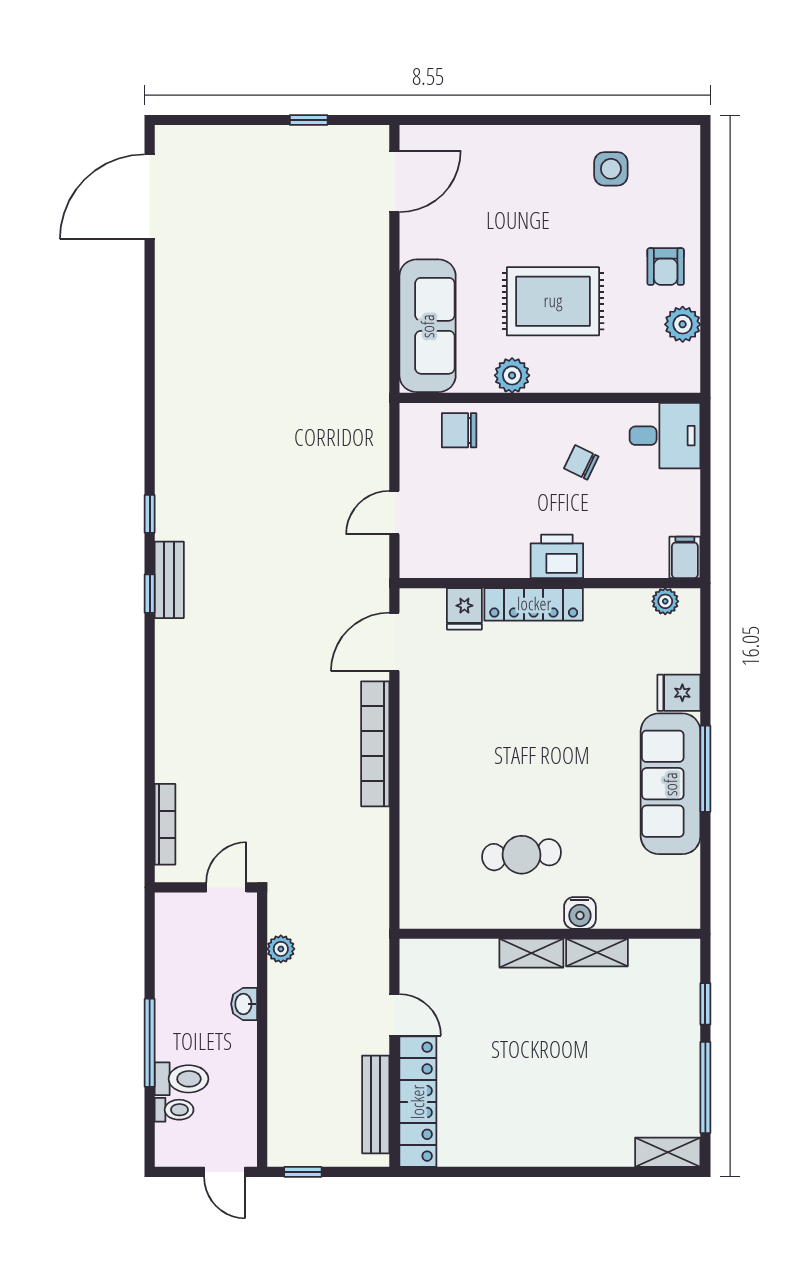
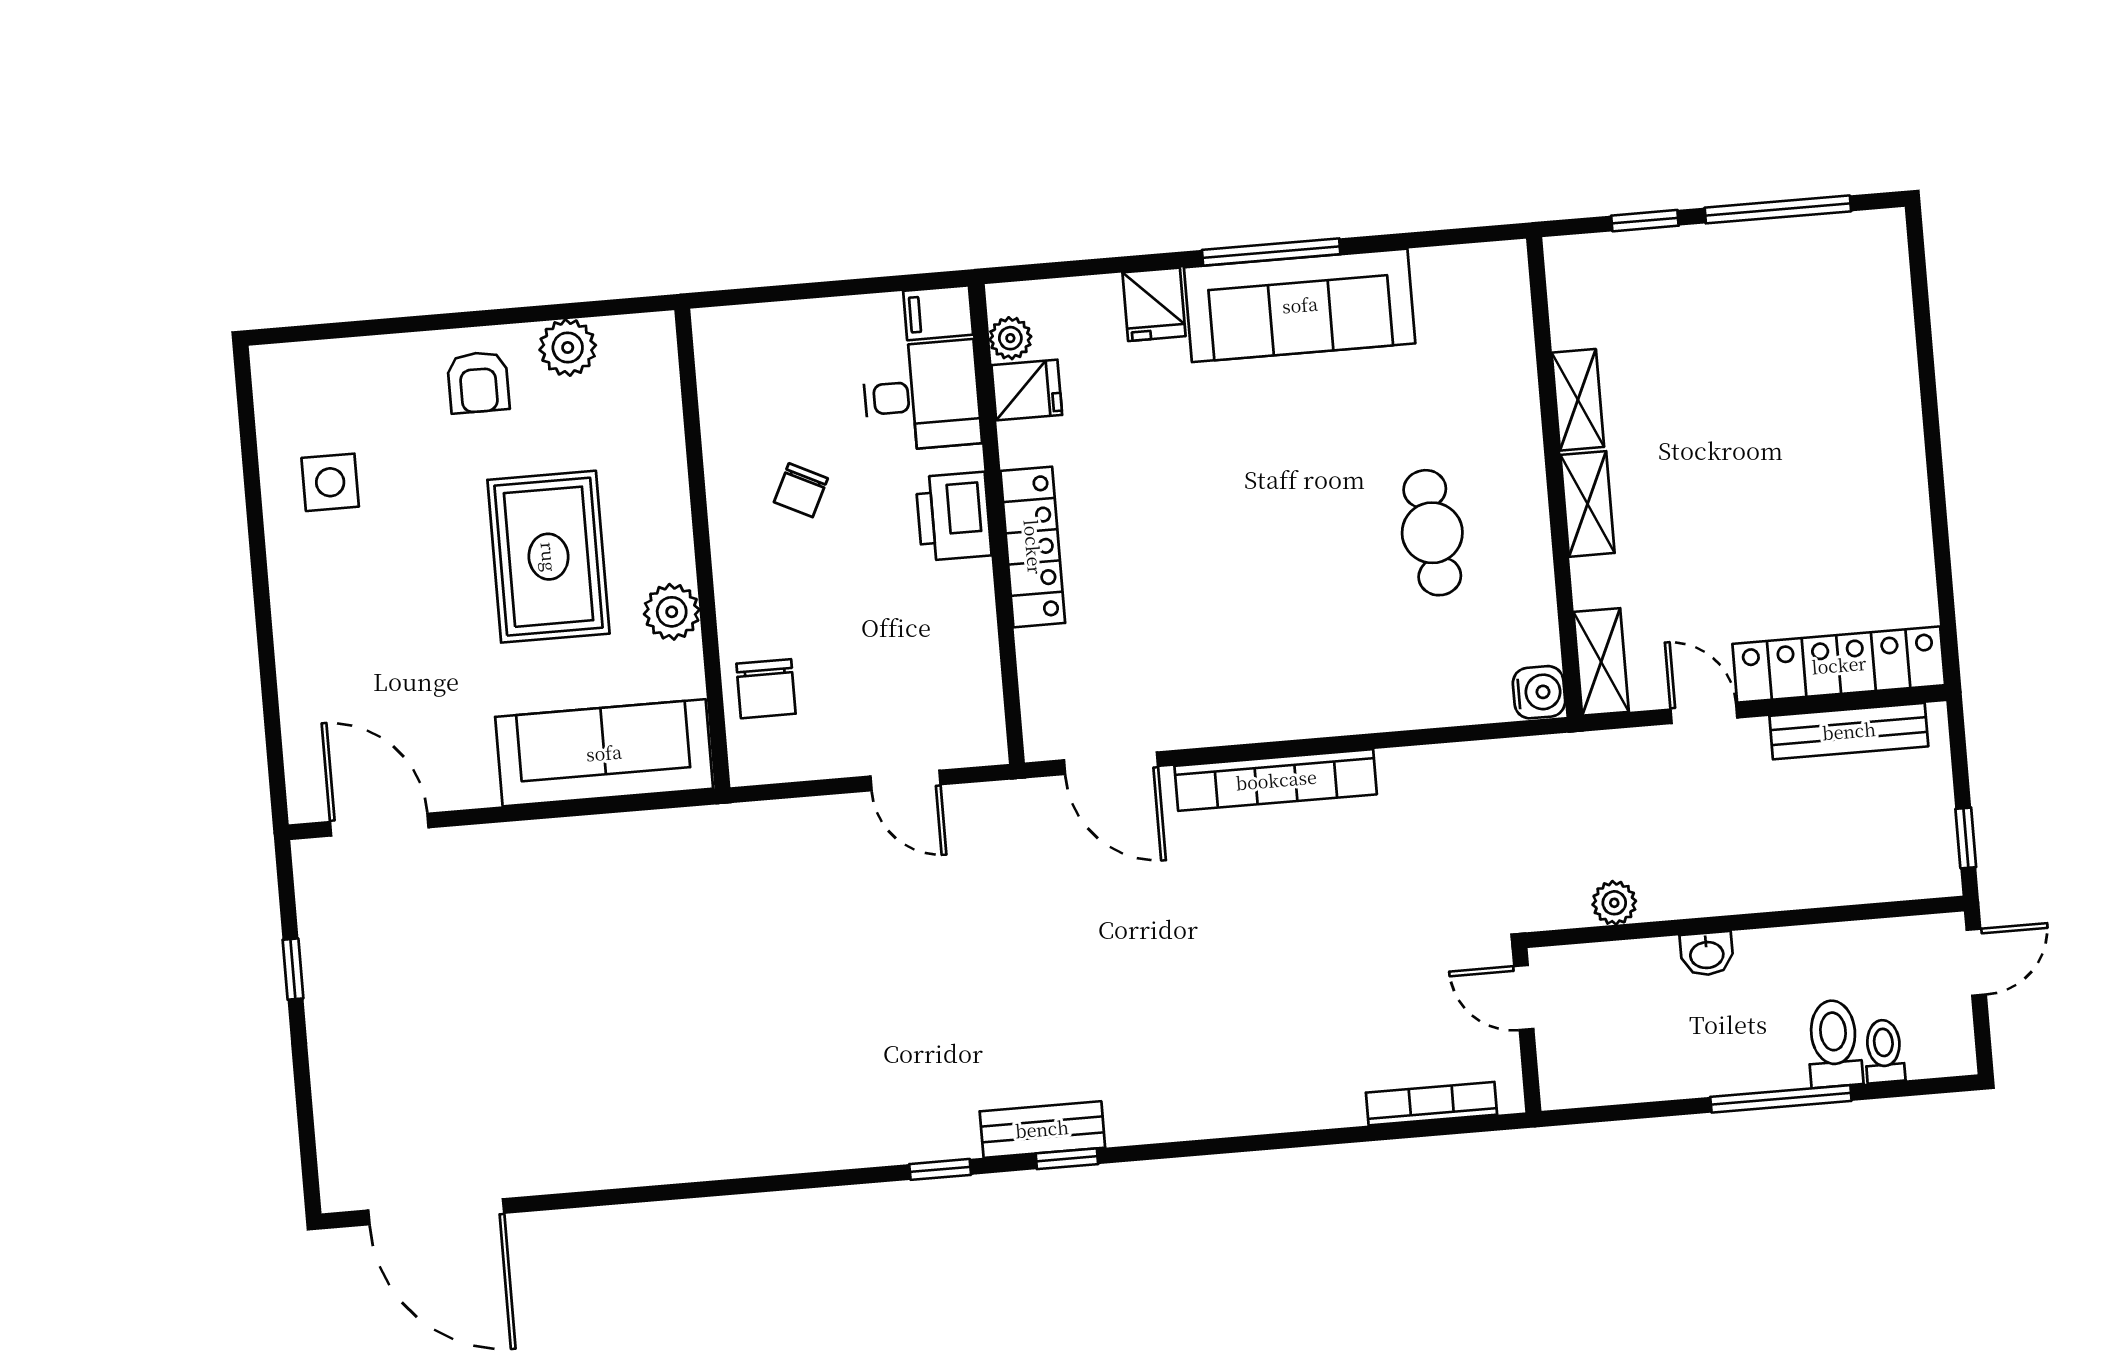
armchair: (666, 267) -> (478, 382), turned 90
desk: (665, 436) -> (922, 396), moved, turned 90
fridge: (464, 609) -> (1027, 390), moved
water cooler: (580, 913) -> (1539, 692), moved
door: (394, 1015) -> (1704, 713), hinge flipped
shelving: (668, 1152) -> (1601, 662), moved

